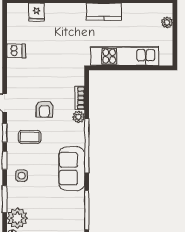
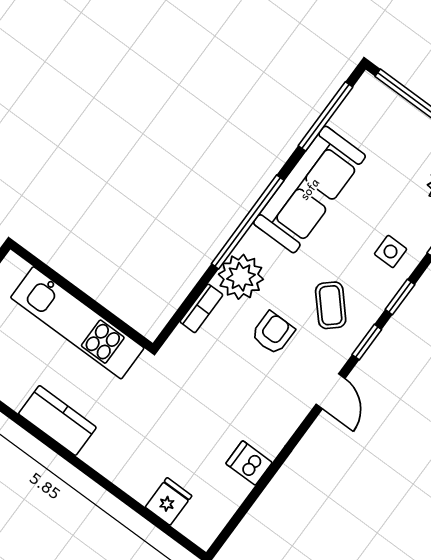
plant: (79, 117) -> (241, 277), width x1.88, depth x1.88
coffee table: (30, 137) -> (331, 305), turned 48
sofa: (72, 169) -> (309, 189), width x1.36

